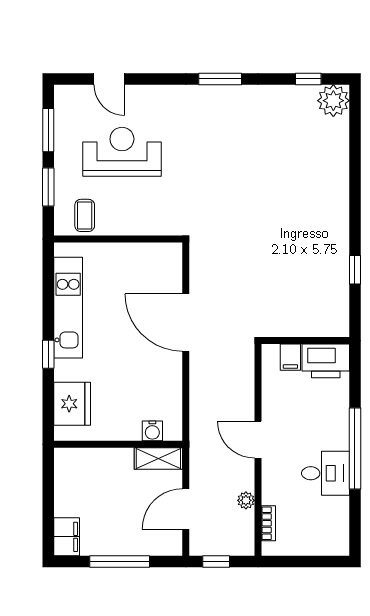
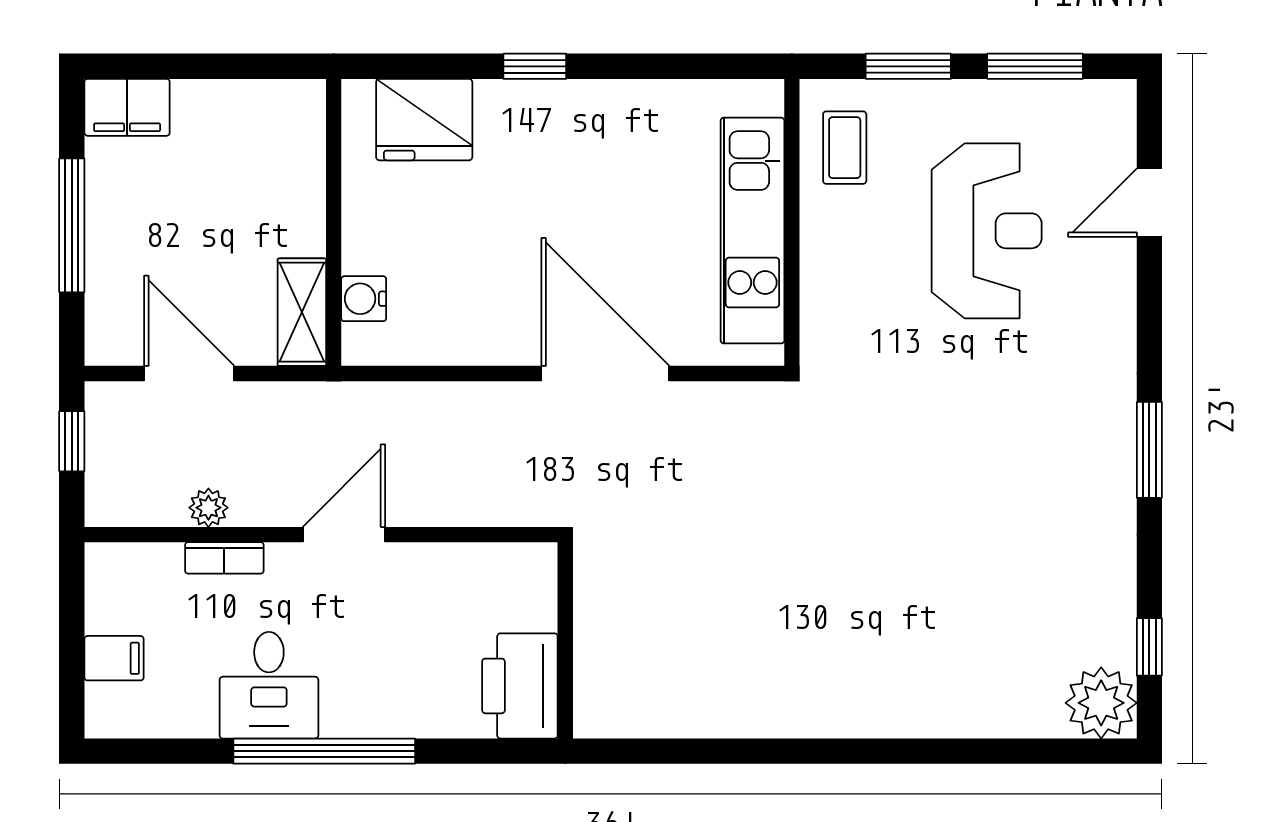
coffee table: (85, 215) -> (845, 148), turned 90
window: (355, 270) -> (723, 751), removed
kitchen unit: (68, 308) -> (752, 231), moved, turned 90
door: (186, 323) -> (605, 373), hinge flipped
filing cabinet: (290, 357) -> (114, 658), moved, turned 180
bookcase: (268, 523) -> (224, 558), moved

